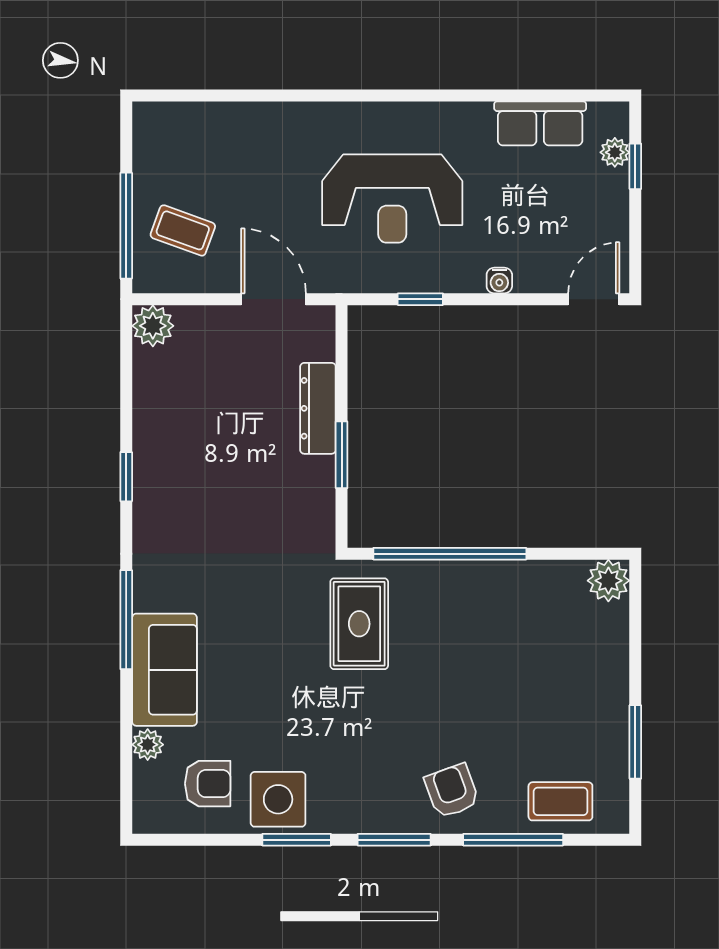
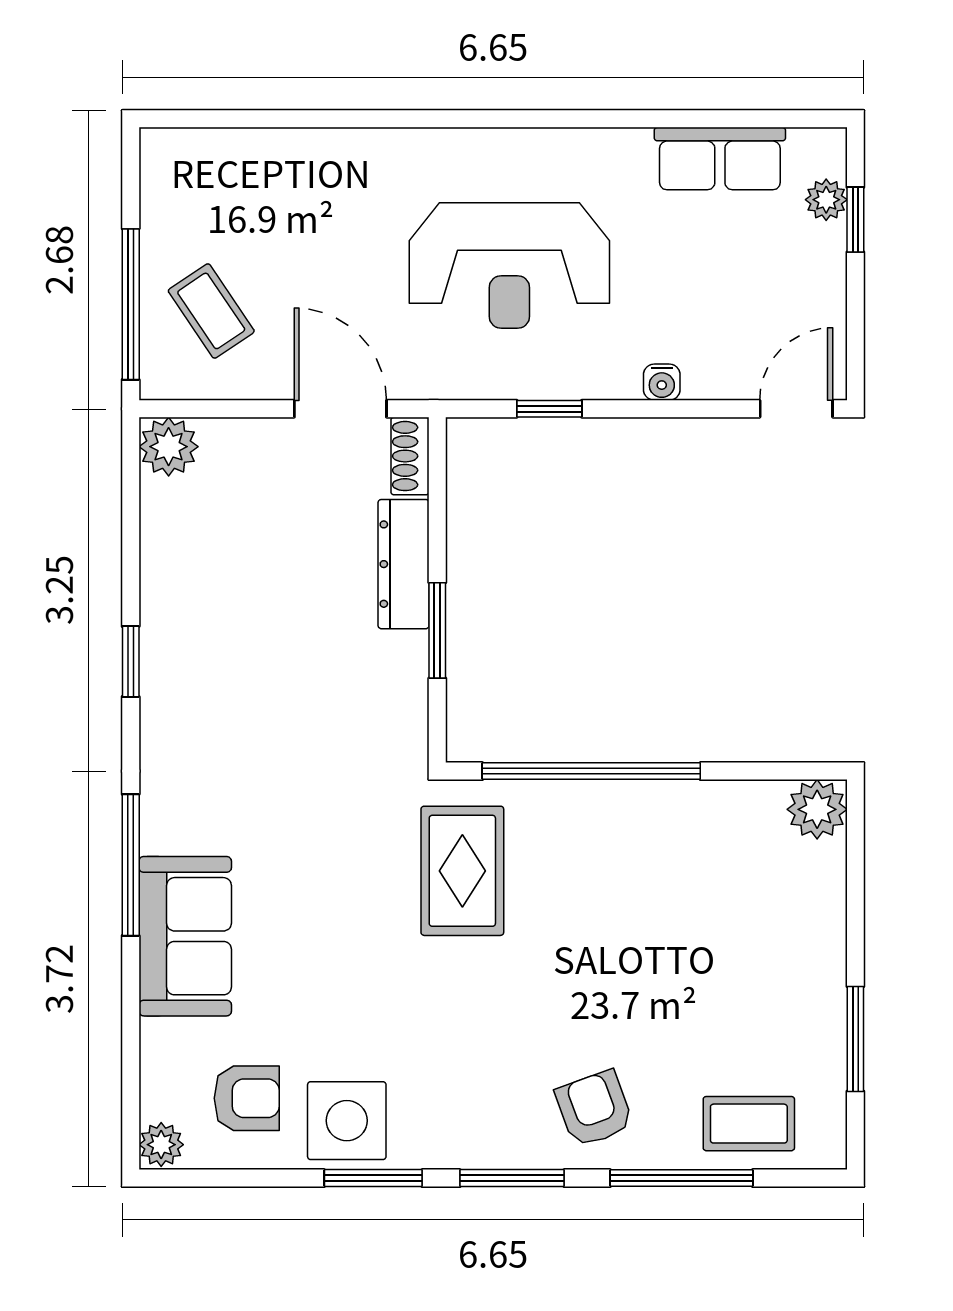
coffee table: (183, 230) -> (211, 311), turned 36
shoe rack: (322, 332) -> (410, 456), added
plant: (148, 745) -> (161, 1145), moved

